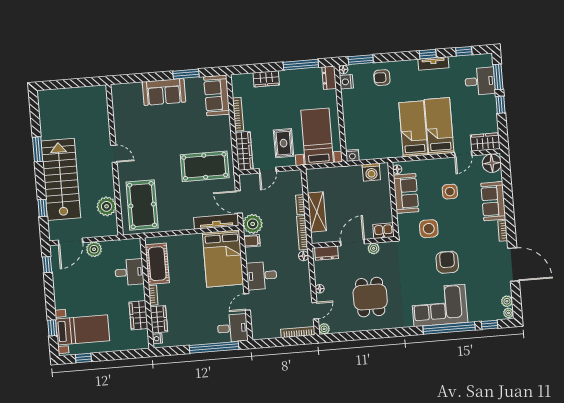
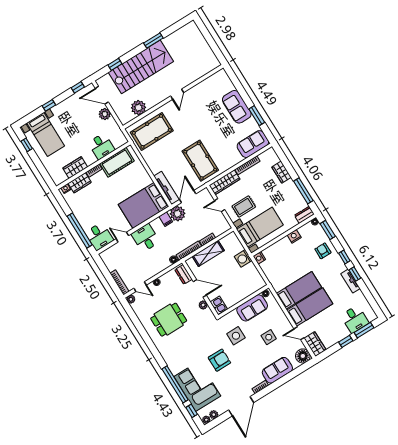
window: (464, 51) -> (344, 257), moved
nightstand: (346, 82) -> (294, 236), moved
washing machine: (371, 172) -> (243, 258), moved
corner sofa: (439, 305) -> (197, 386), moved
window: (52, 328) -> (49, 105), moved

